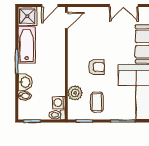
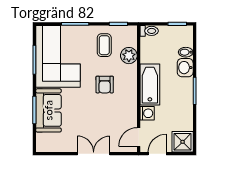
double door: (124, 6) -> (94, 154), moved
bathtub: (27, 45) -> (150, 84), moved, turned 180
armchair: (97, 67) -> (105, 85), turned -90
washing machine: (59, 103) -> (147, 113), moved

